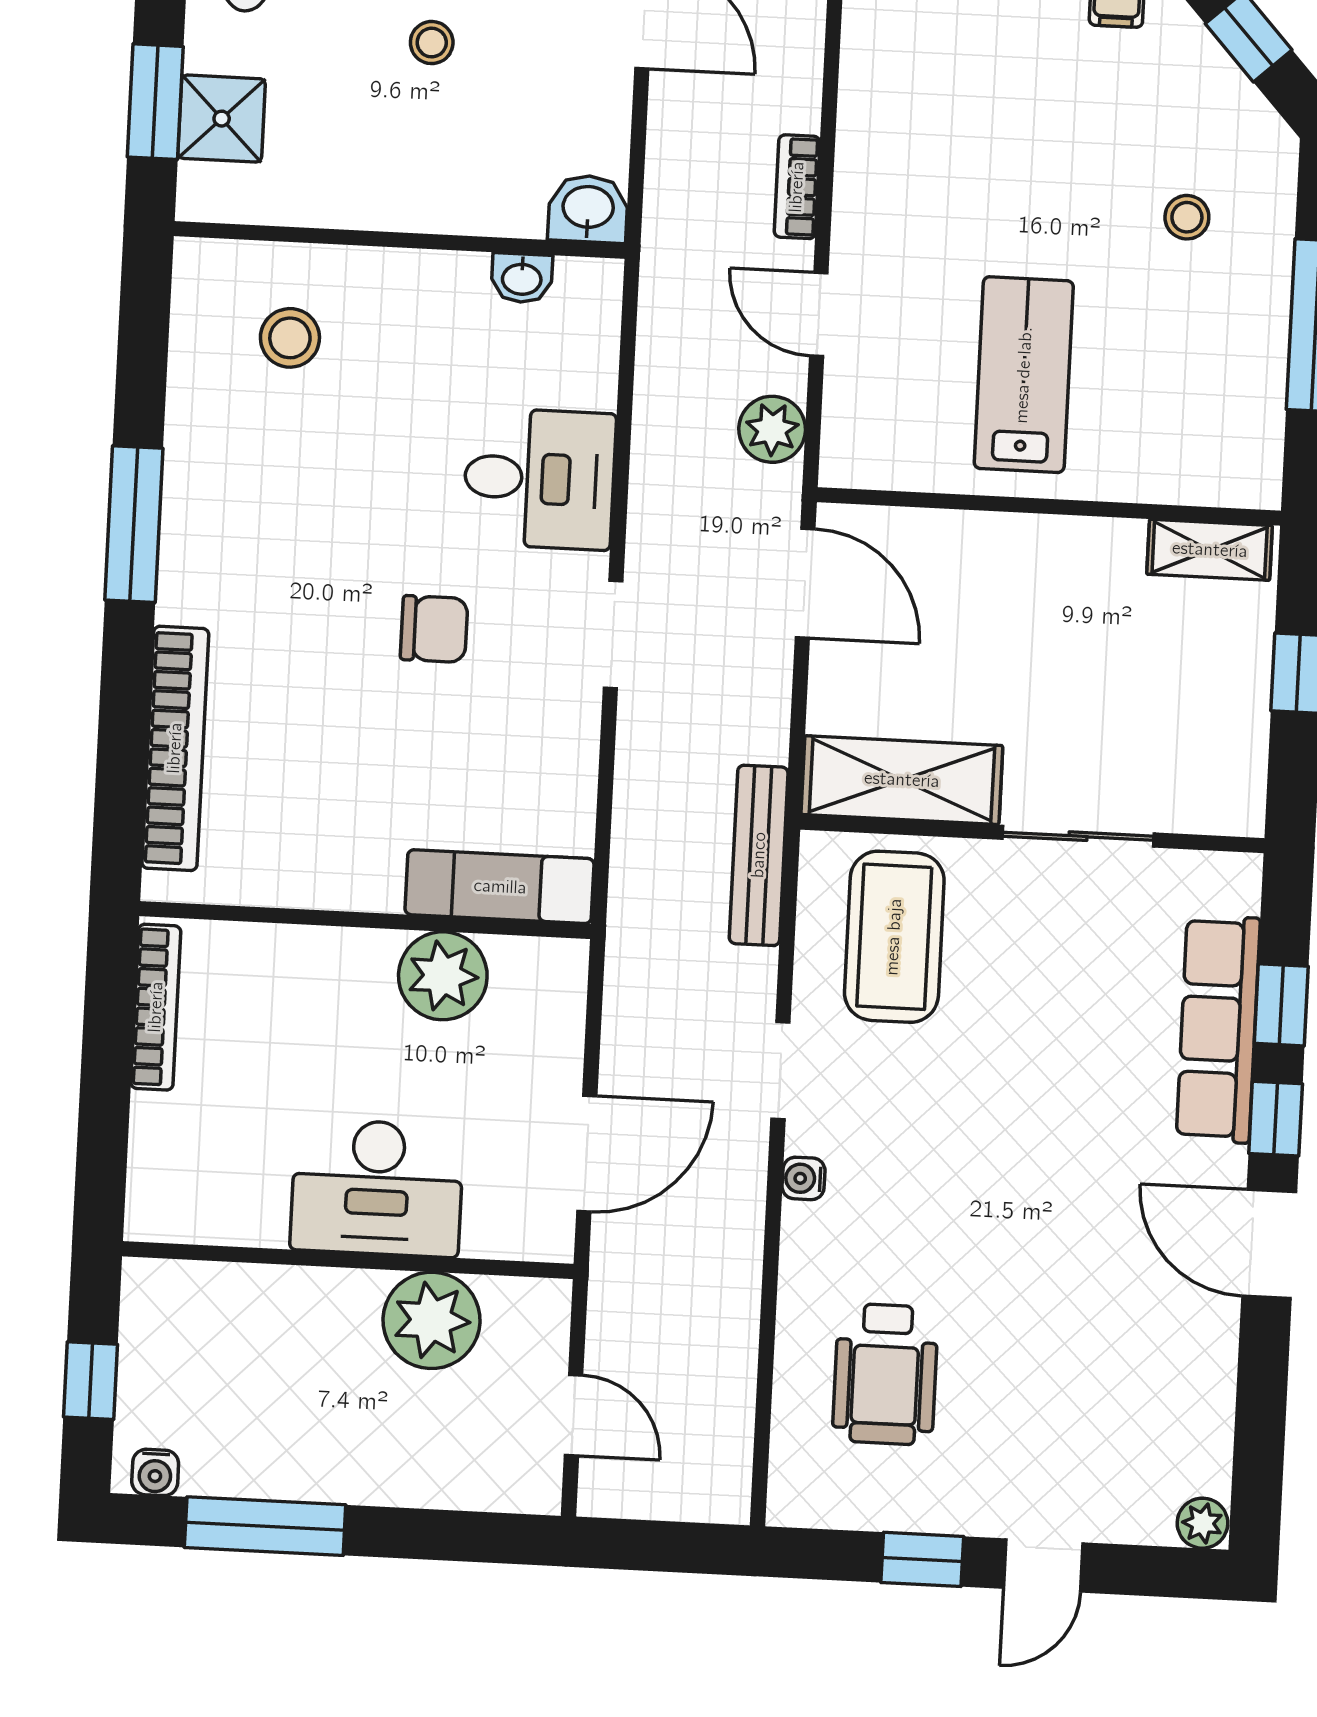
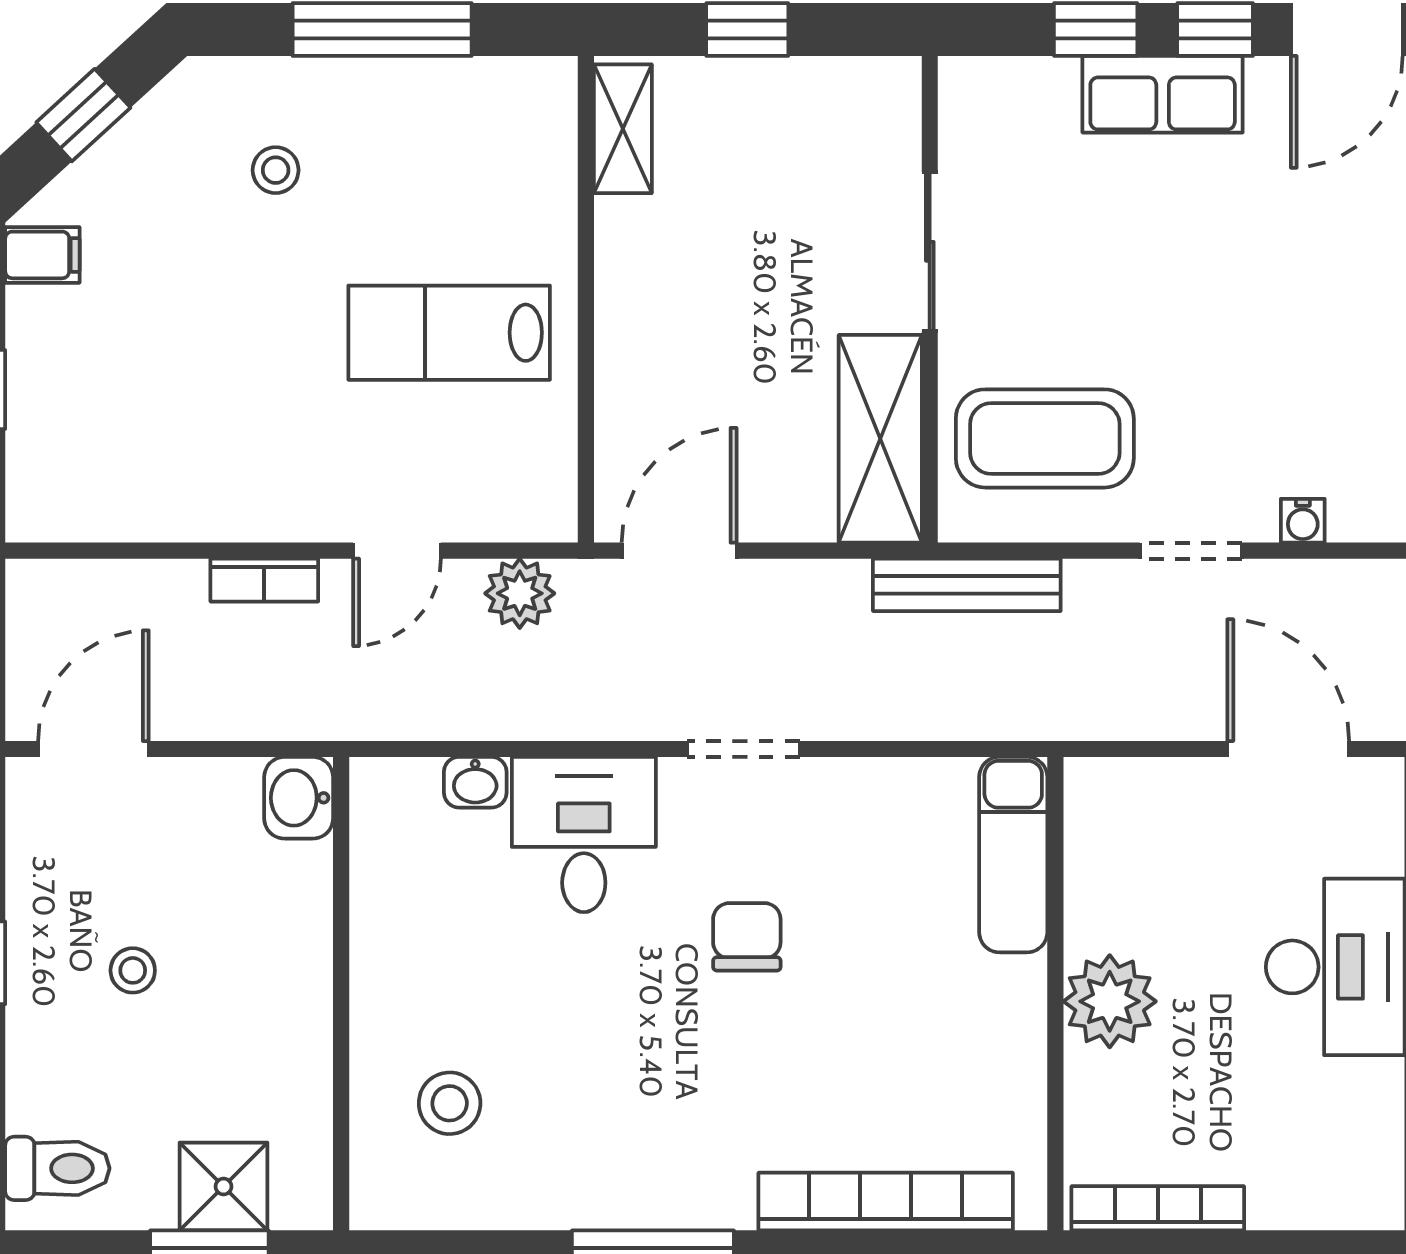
washbasin: (522, 278) -> (475, 782), moved, turned 90
plant: (443, 976) -> (1110, 1001), moved
row of seats: (1218, 1029) -> (1163, 94), width x0.68

